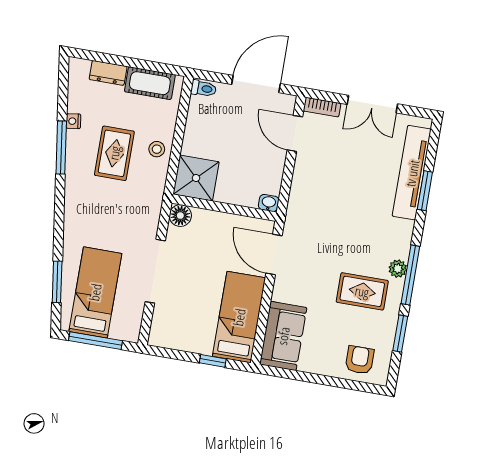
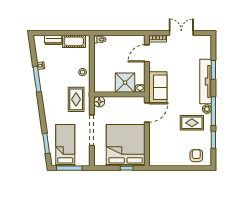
door: (256, 84) -> (124, 33), removed
double door: (372, 104) -> (181, 33), swing flipped
door: (295, 133) -> (147, 53), hinge flipped
rug: (114, 153) -> (76, 99), moved
tv unit: (412, 173) -> (206, 82), moved
shower: (196, 178) -> (125, 83), moved
door: (274, 255) -> (147, 113), swing flipped
bed: (239, 317) -> (126, 145), width x2.04
sofa: (283, 336) -> (158, 87), moved

